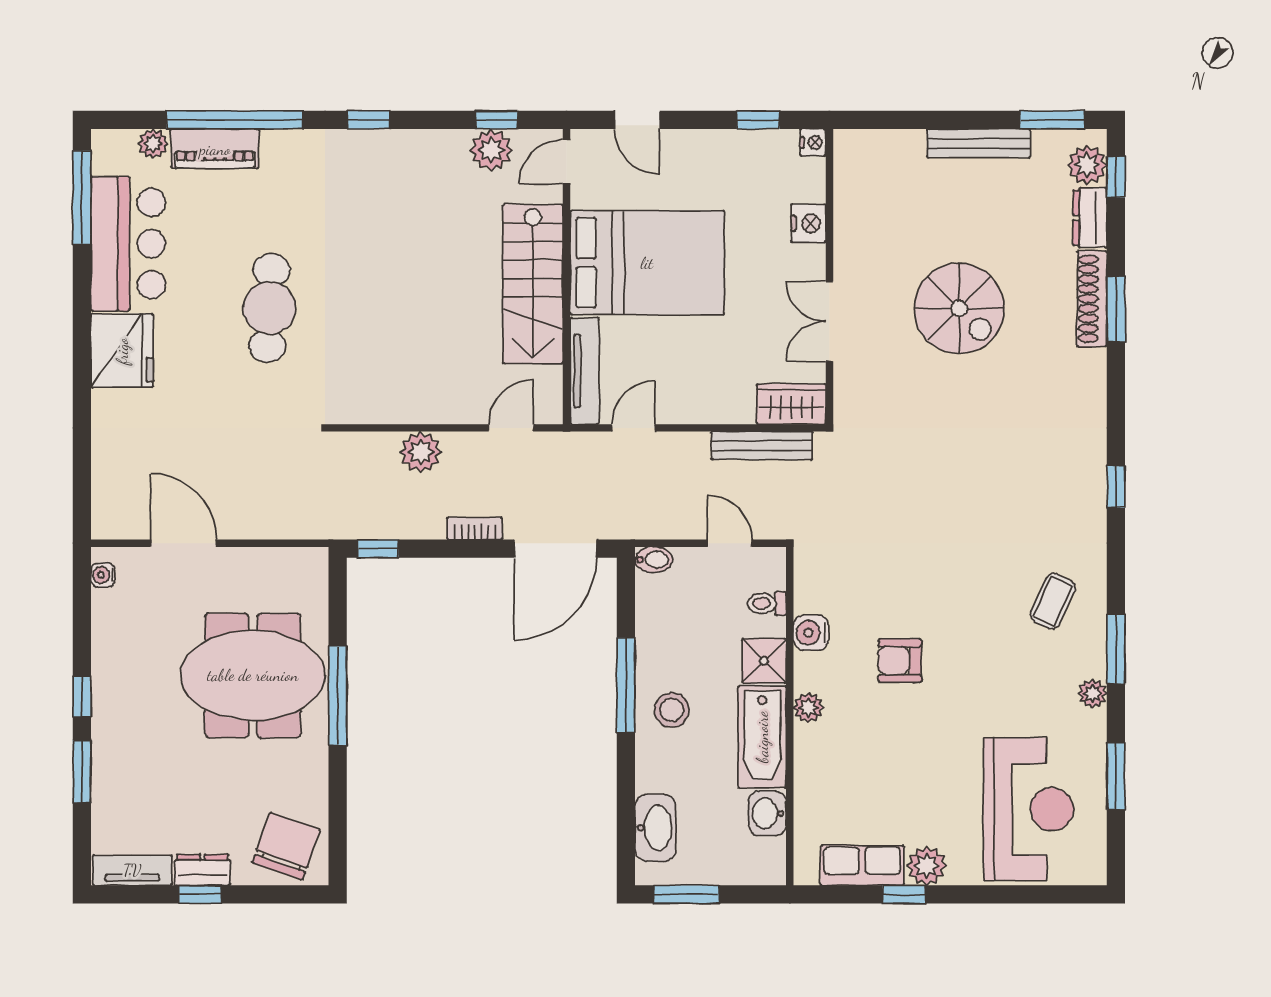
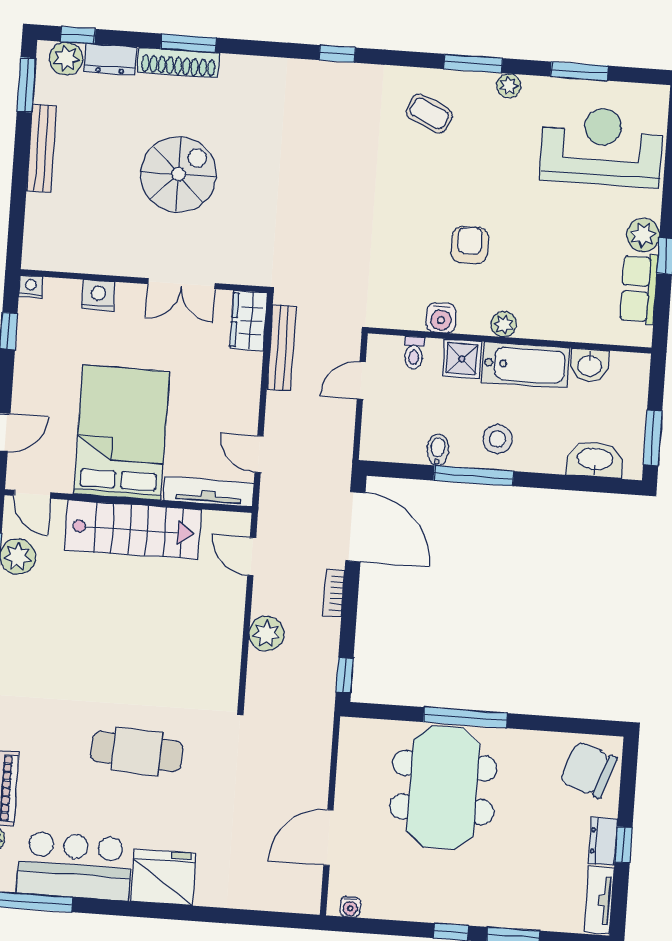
bidet: (654, 560) -> (438, 450), moved
armchair: (900, 661) -> (470, 245), turned 180

